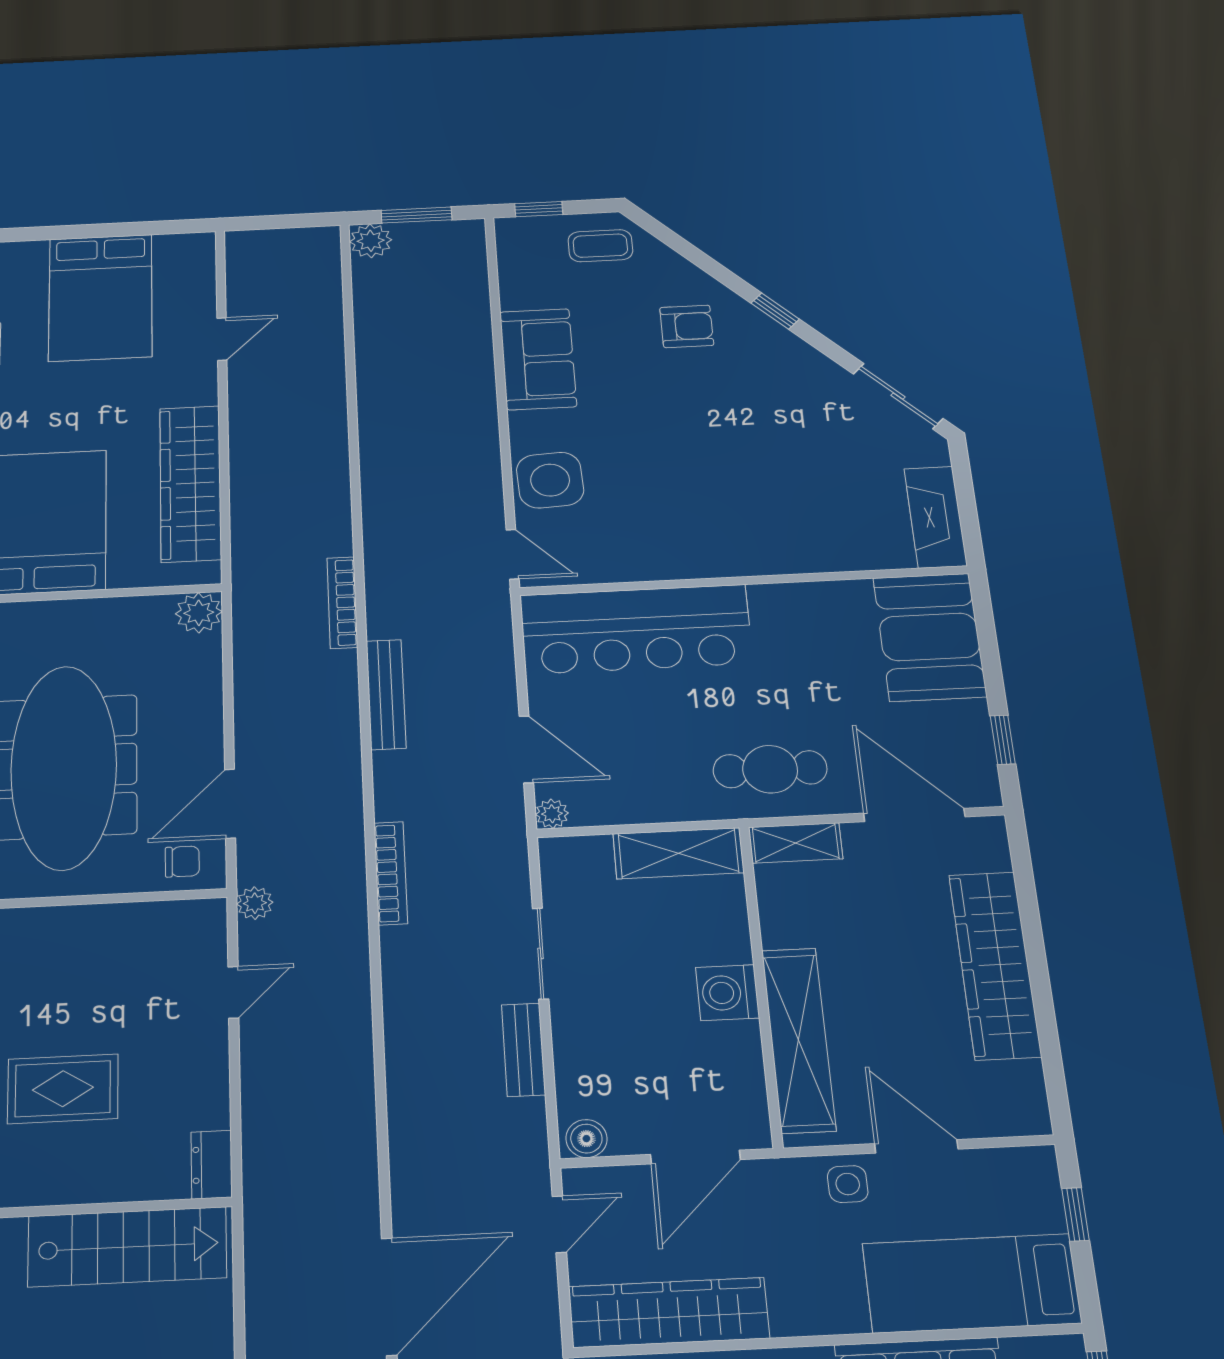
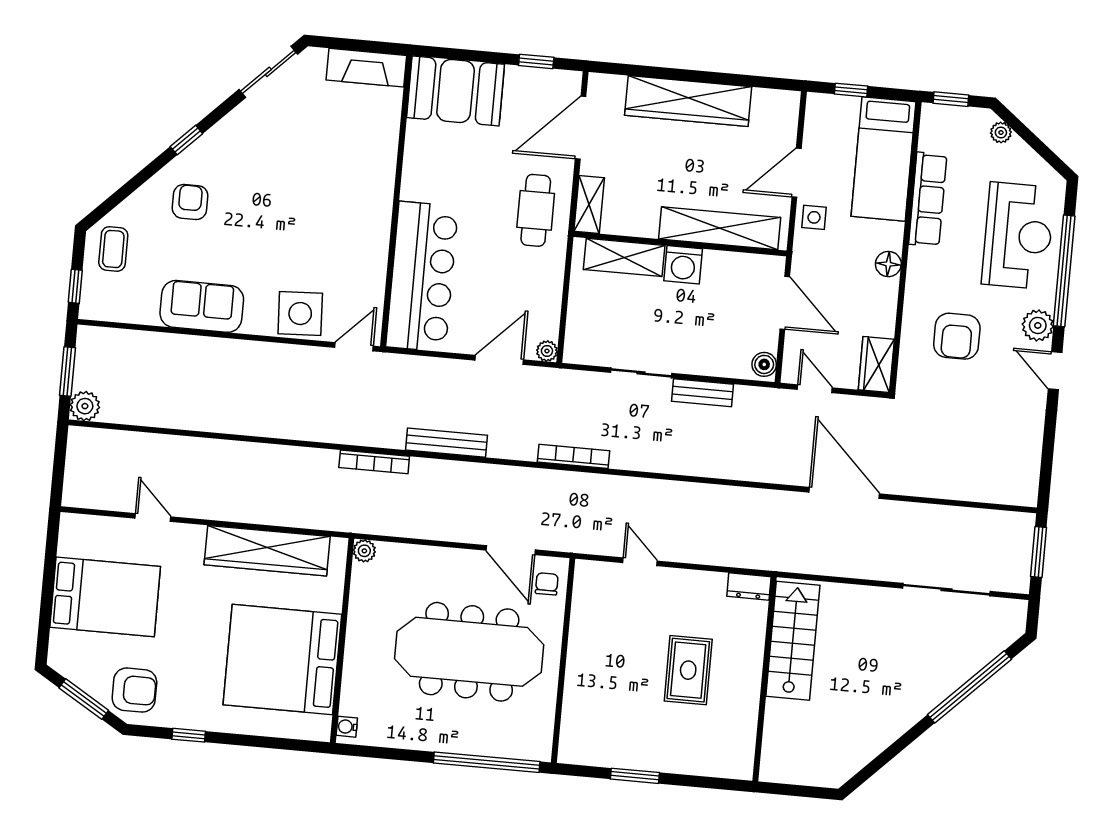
plant: (199, 613) -> (364, 551), width x0.73, depth x0.73
shelving: (678, 853) -> (624, 257), moved, turned 90
plant: (255, 903) -> (582, 542), removed
wardrobe: (669, 1312) -> (876, 364), width x0.48, depth x0.85
floor lamp: (794, 1316) -> (888, 264), added

